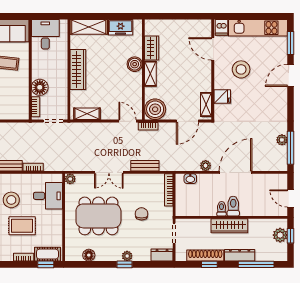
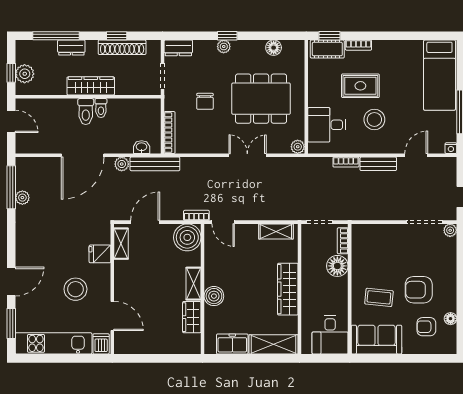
bench: (145, 166) -> (155, 164), moved, width x1.36
dresser: (240, 255) -> (71, 48), width x0.70

